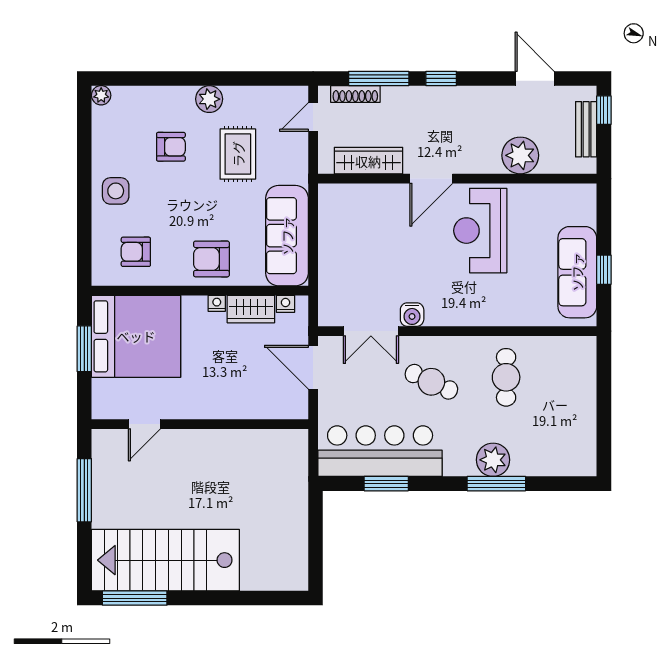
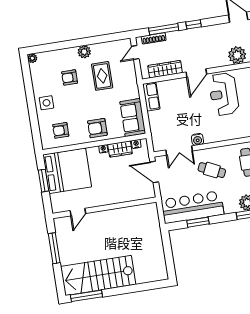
armchair: (171, 147) -> (70, 77), turned 180
row of seats: (332, 212) -> (151, 96), added
sofa: (287, 236) -> (133, 118), width x0.73

